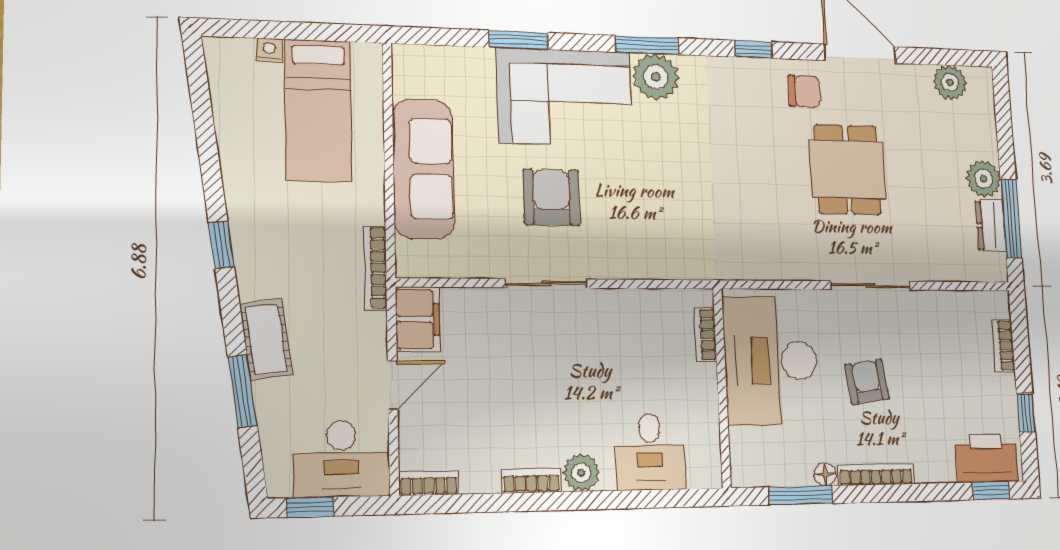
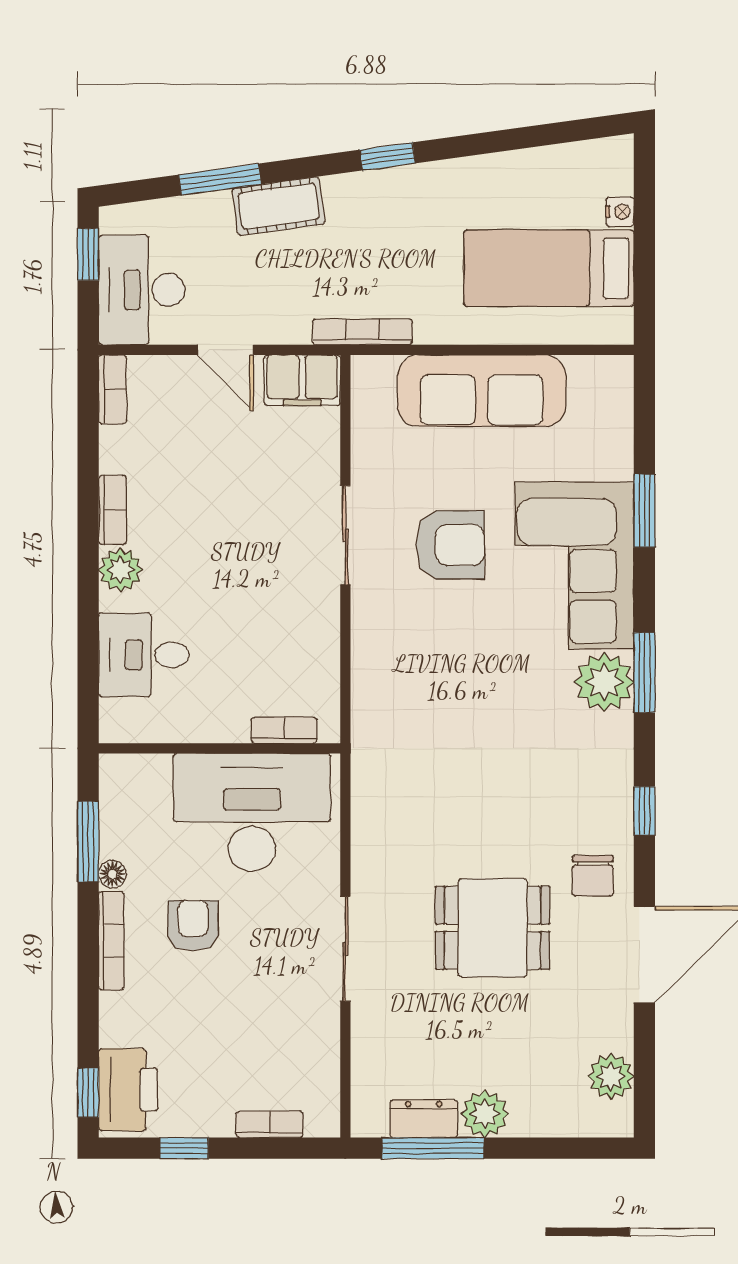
armchair: (867, 382) -> (193, 925), moved, turned -82

